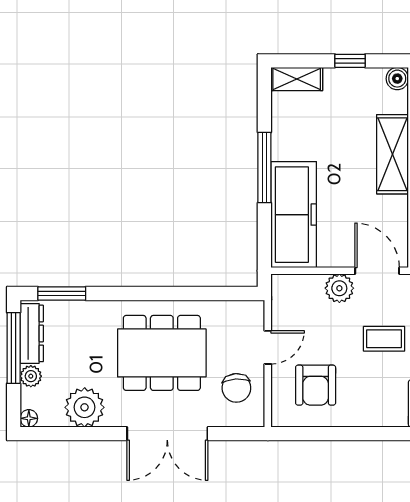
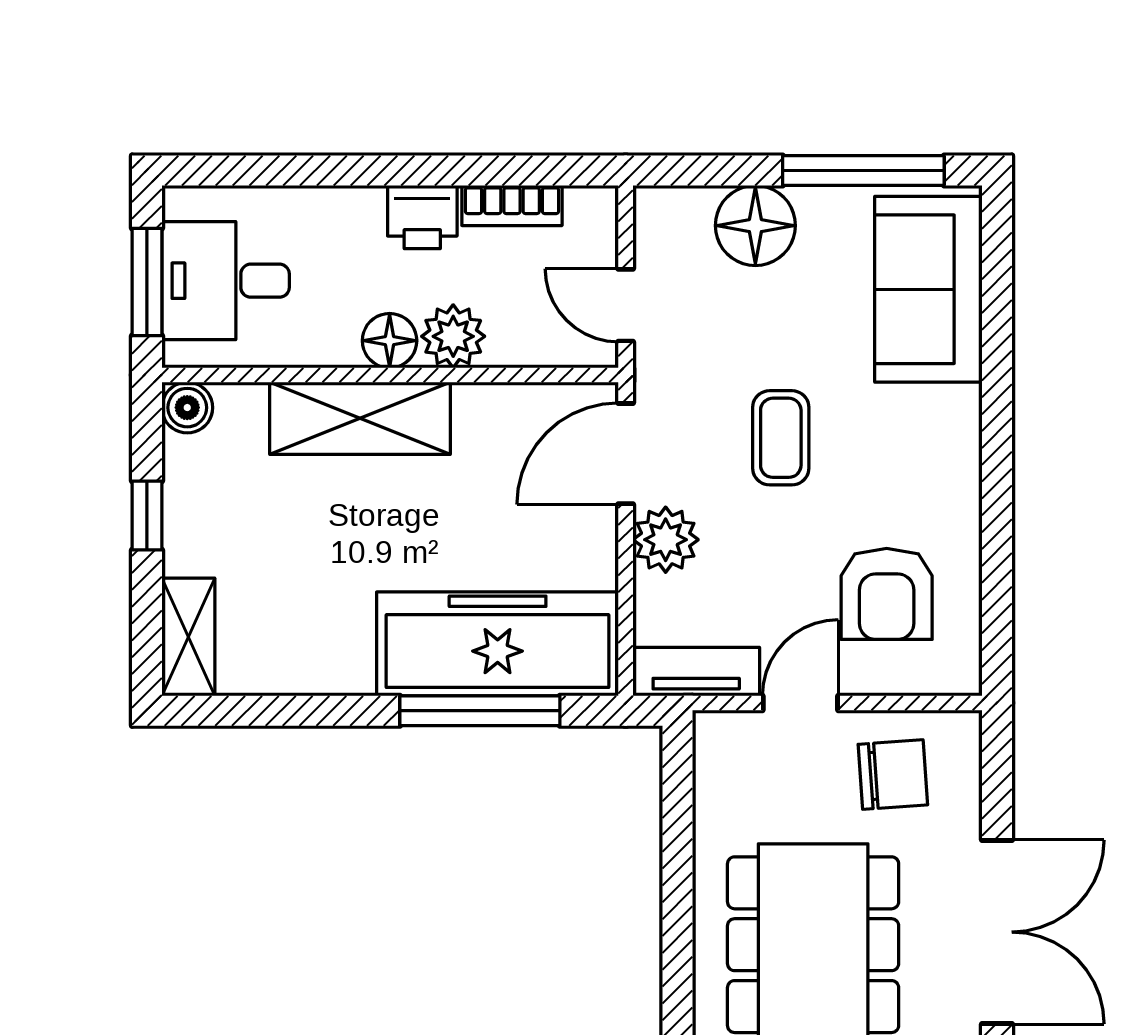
window: (264, 167) -> (480, 711), moved
tv unit: (282, 302) -> (696, 672), added
door: (268, 347) -> (800, 703), hinge flipped
armchair: (316, 385) -> (887, 594), turned 90

